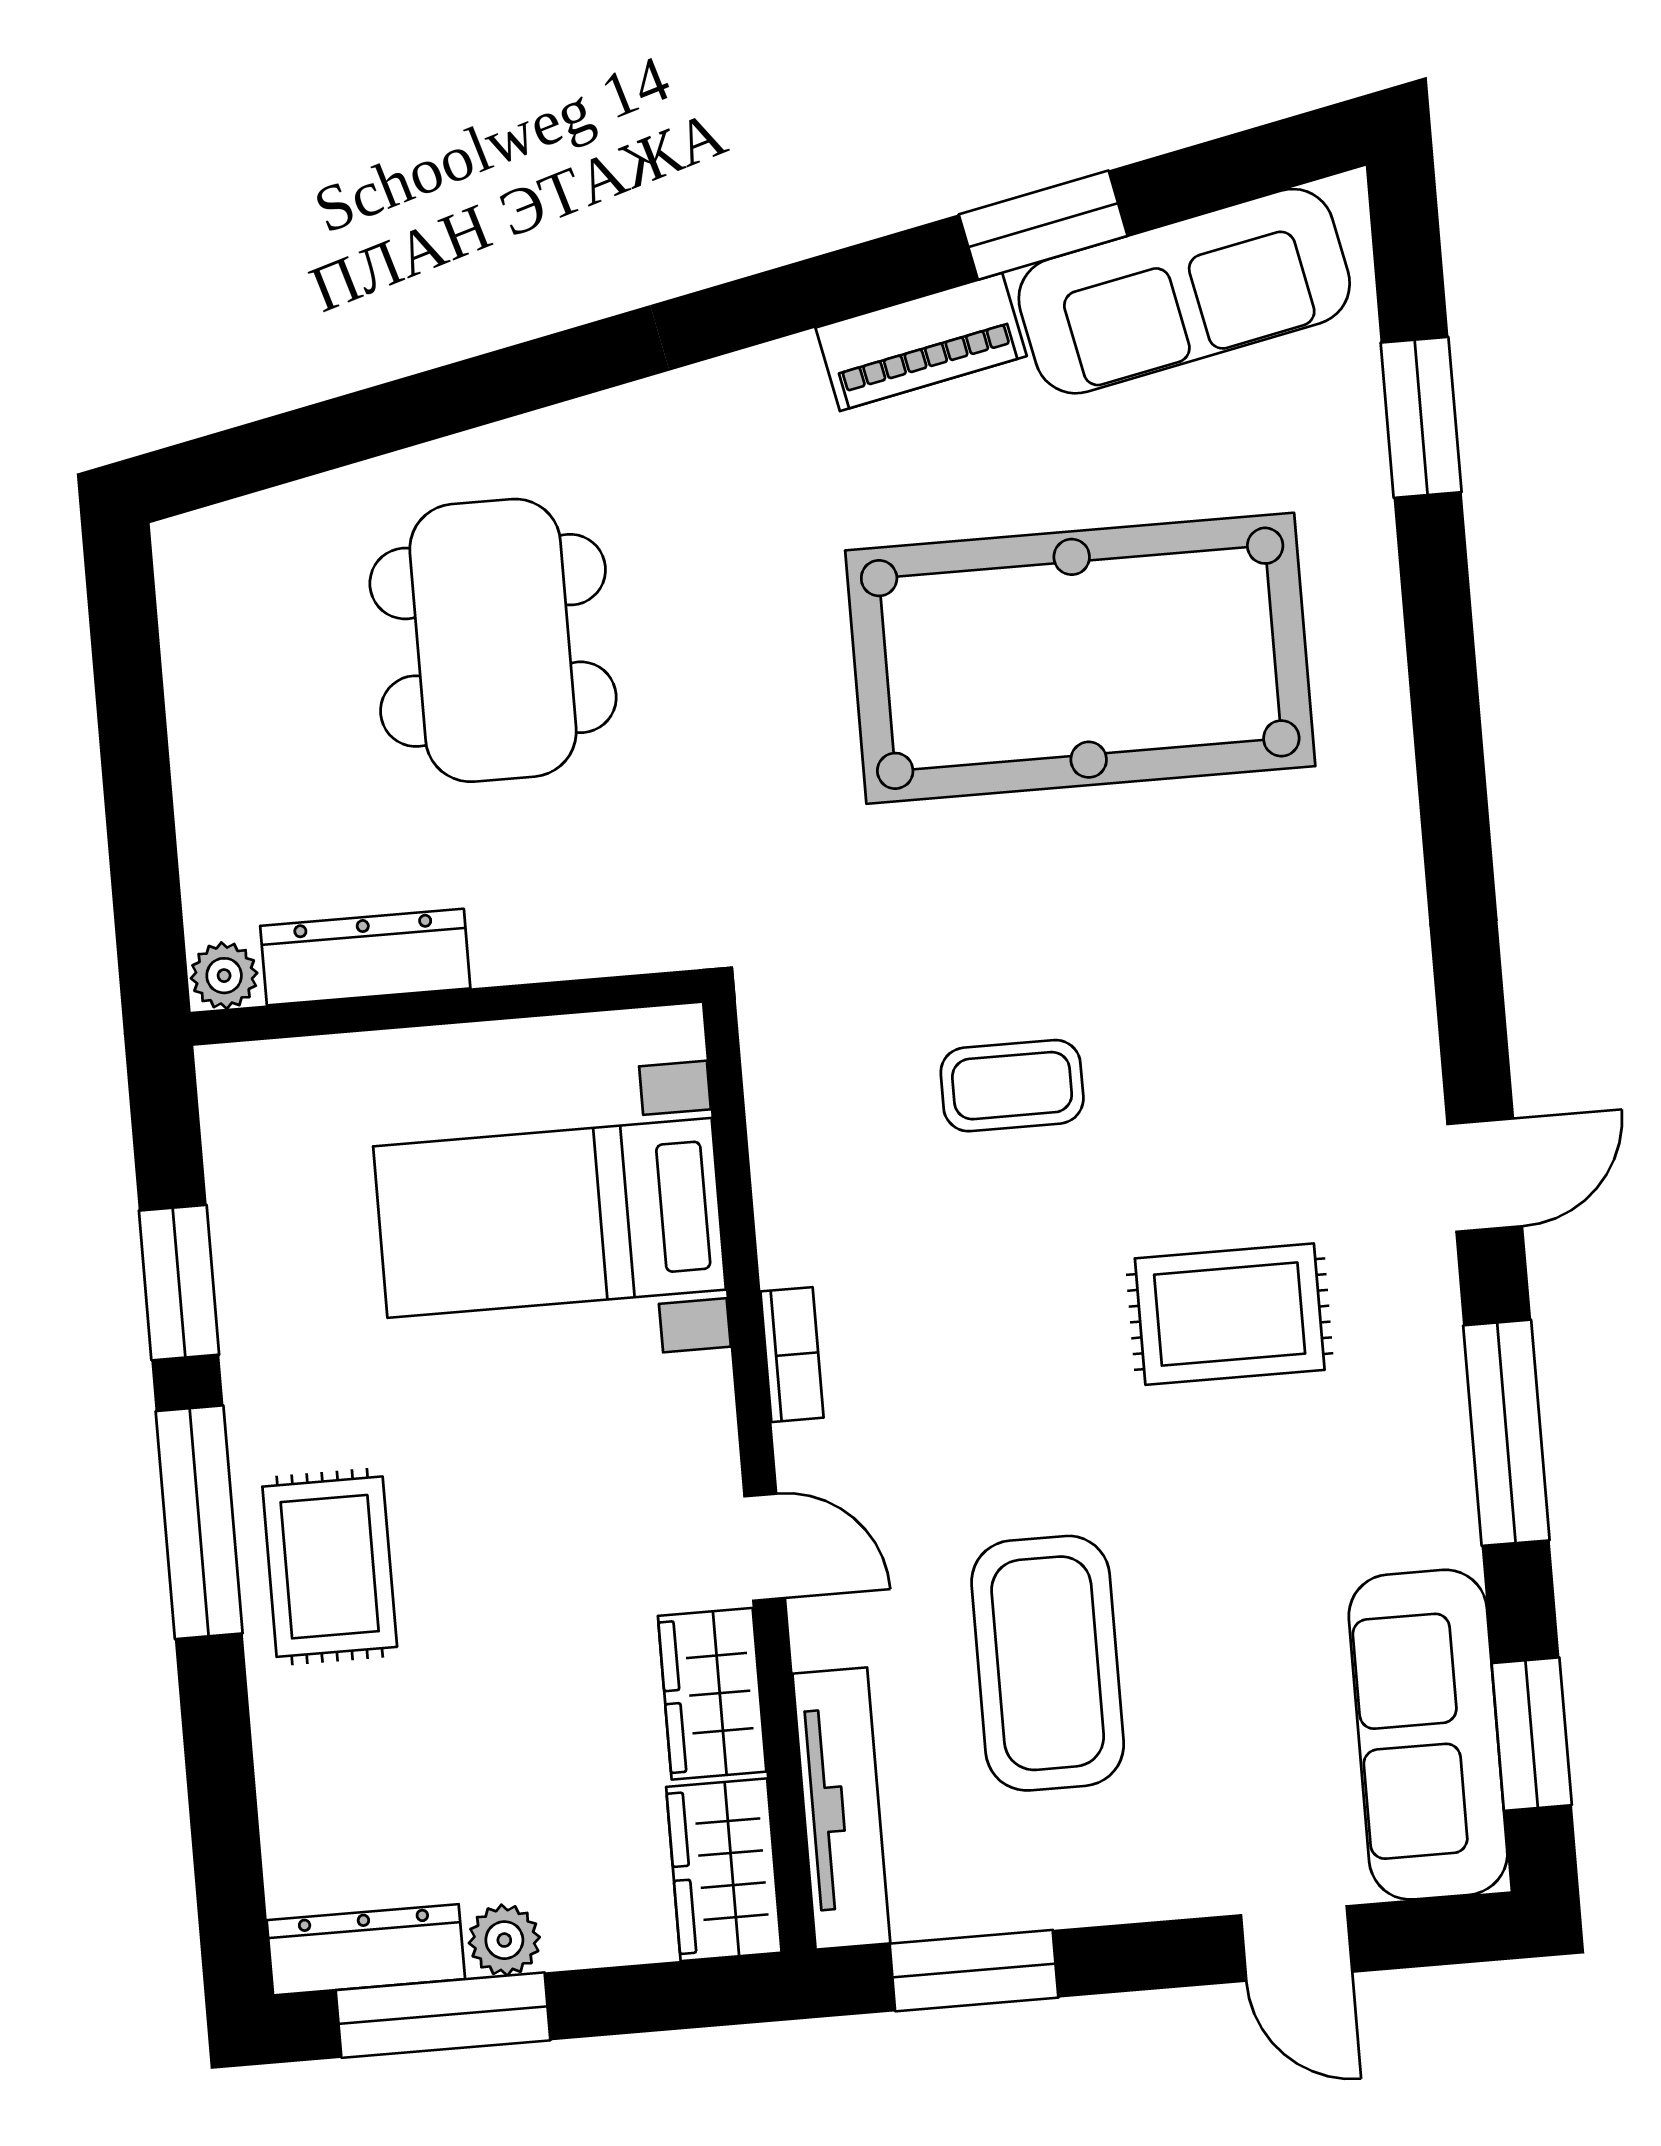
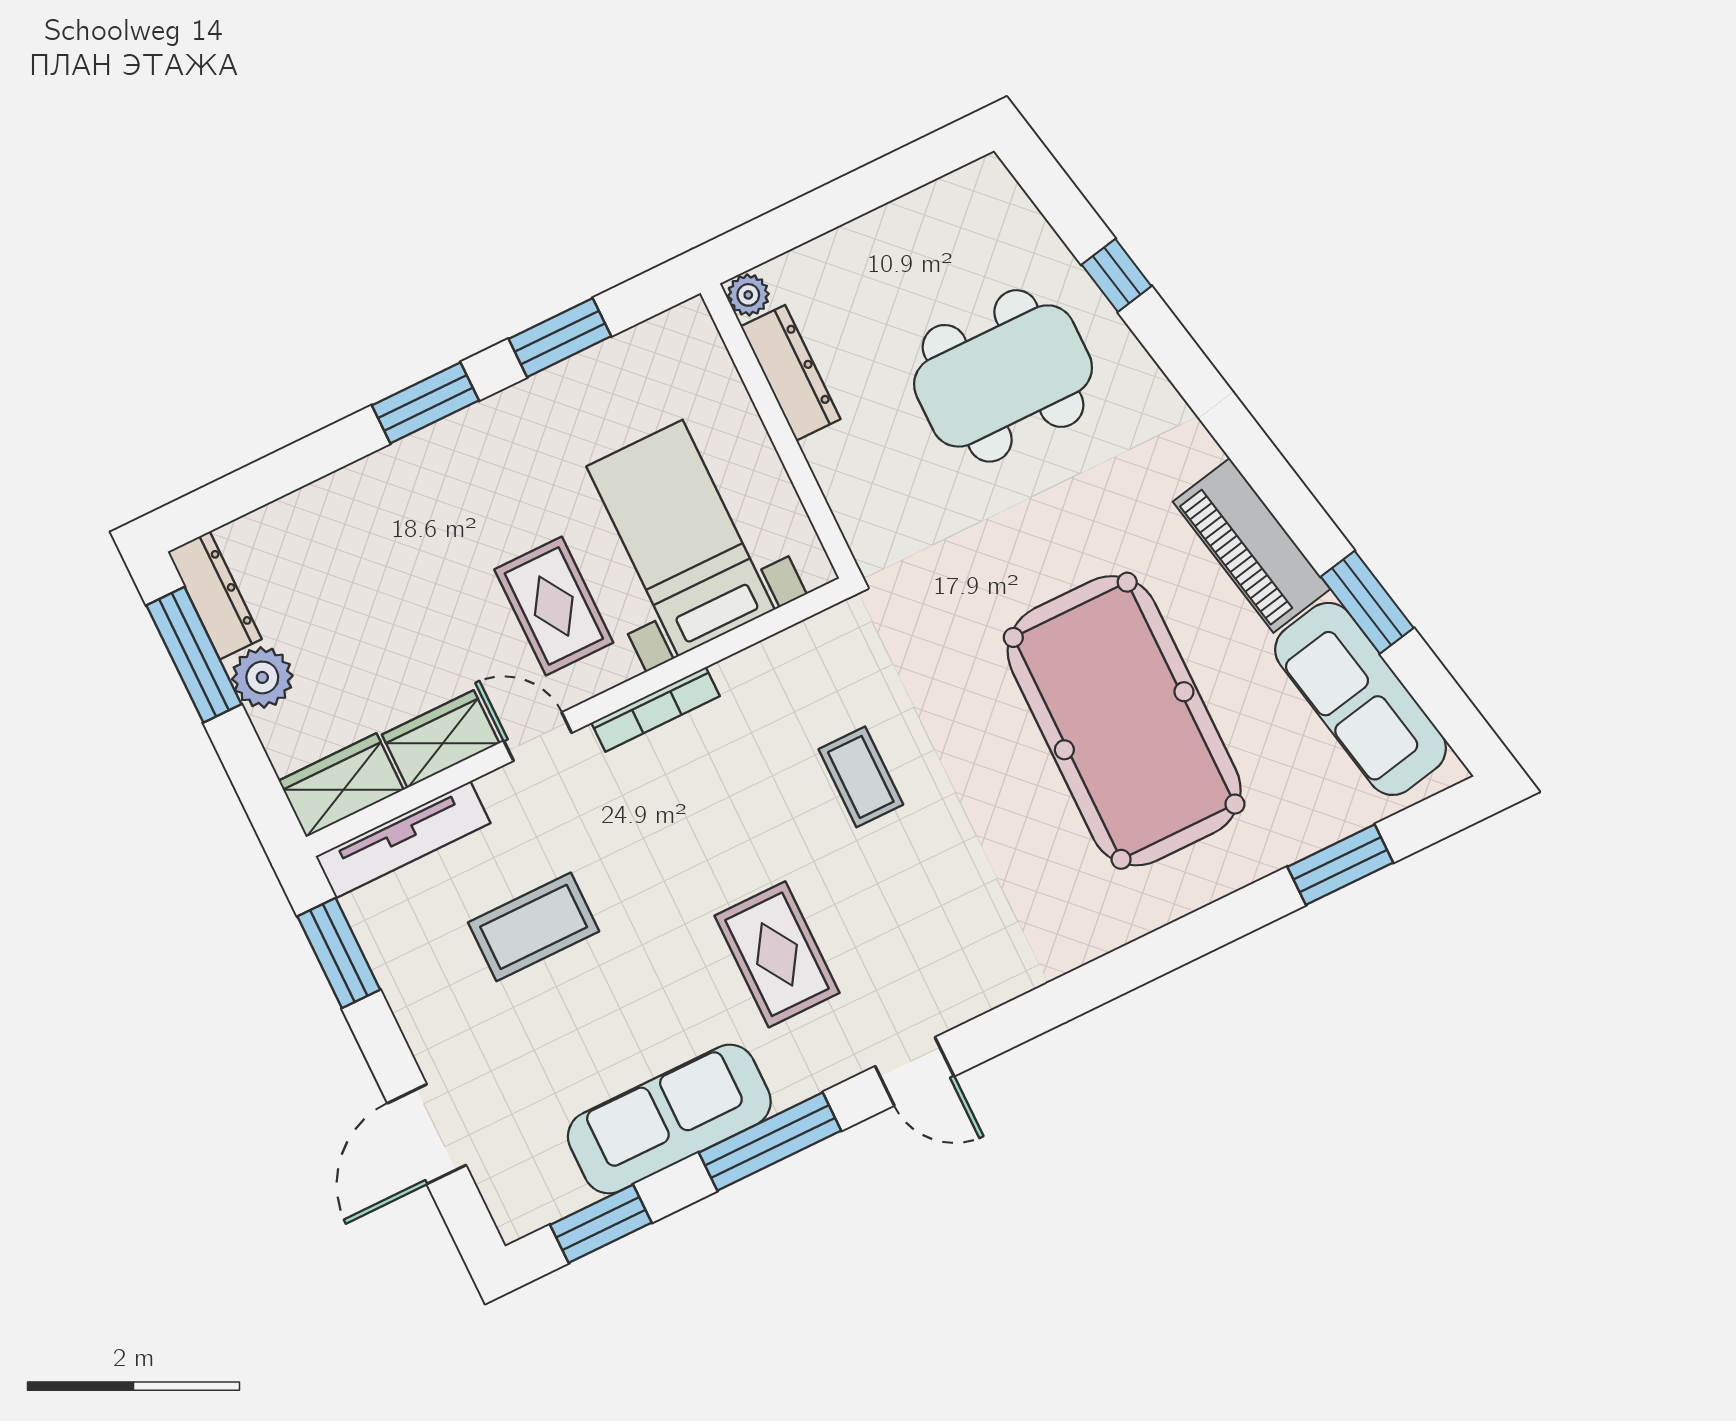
piano: (921, 342) -> (1252, 545), width x1.37, depth x1.33
window: (408, 412) -> (1117, 275), added
bookcase: (792, 1355) -> (655, 709), width x1.56
window: (199, 1522) -> (425, 403), width x0.69
door: (765, 1547) -> (538, 737), swing flipped
rug: (330, 1567) -> (554, 606), moved, turned 90
coffee table: (1048, 1663) -> (534, 927), width x0.73, depth x0.76
sofa: (1428, 1735) -> (669, 1119), moved
plant: (504, 1940) -> (262, 677), width x1.38, depth x1.38
door: (1297, 1943) -> (427, 1134), width x1.38

